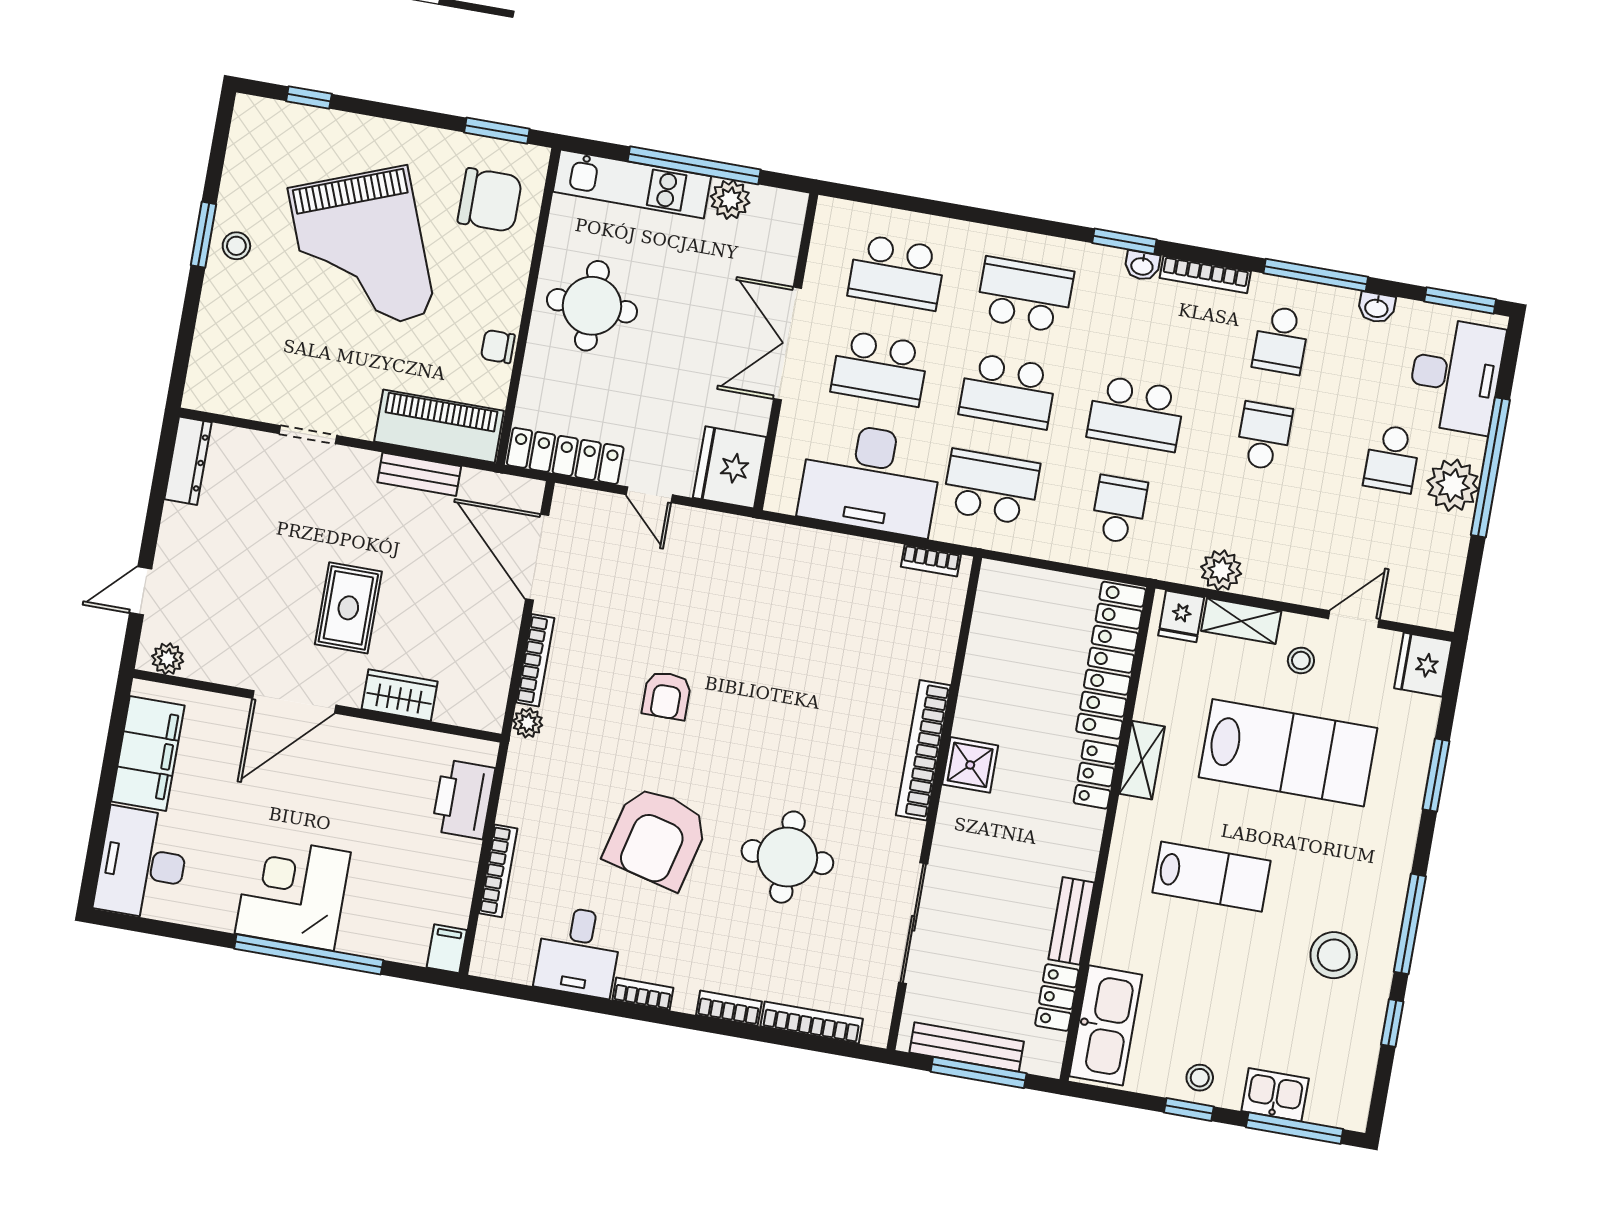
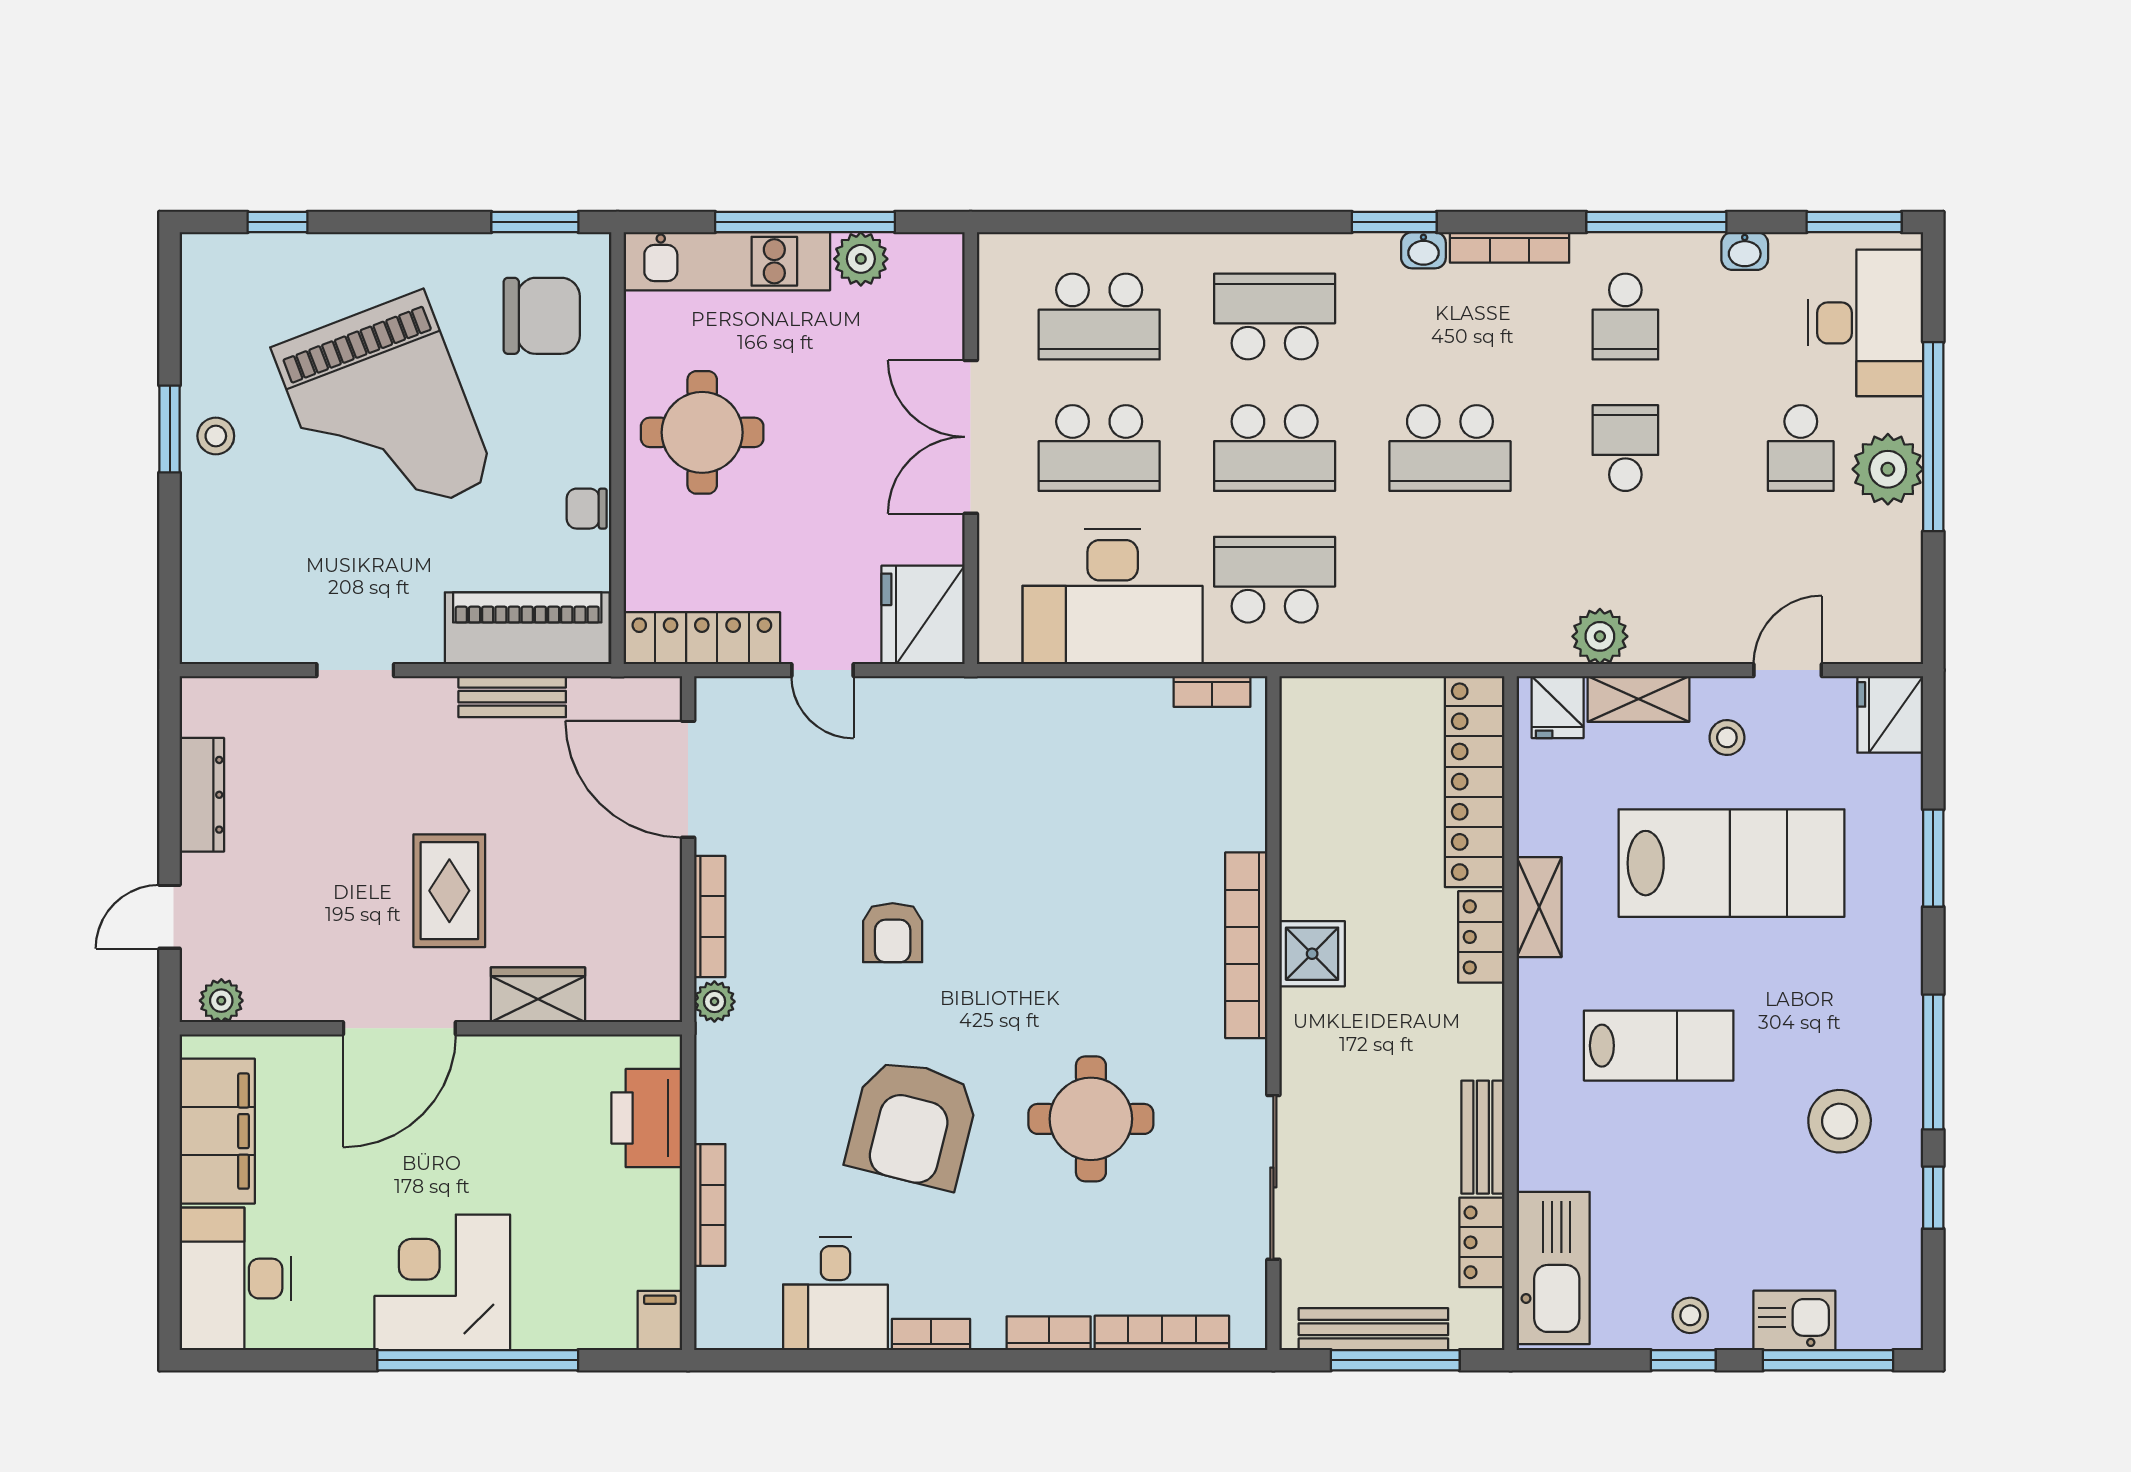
dresser: (188, 461) -> (202, 795), moved
school desk: (1119, 510) -> (1450, 580), removed

